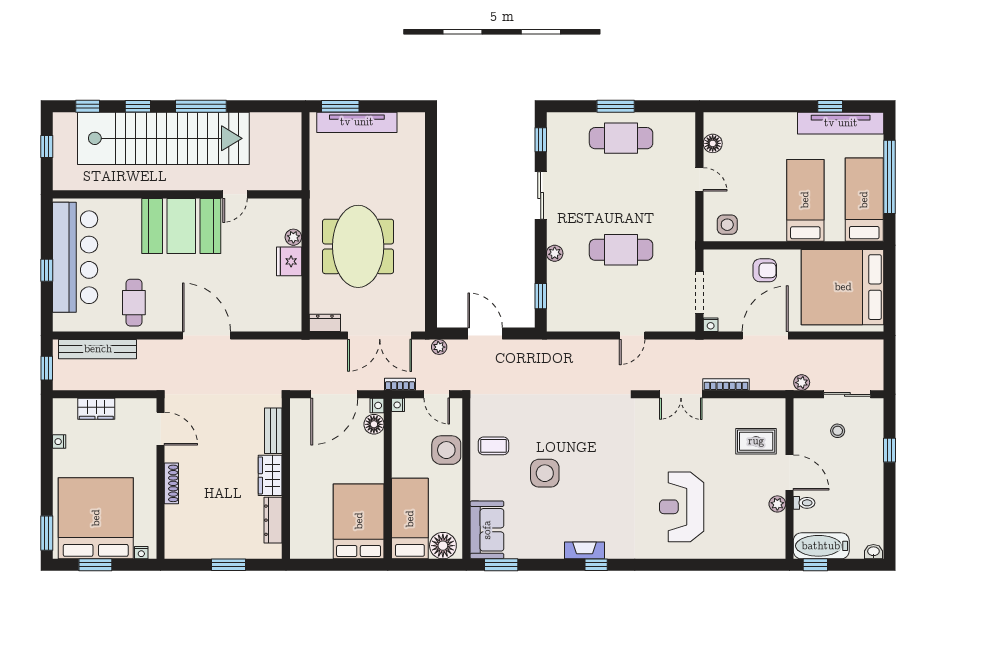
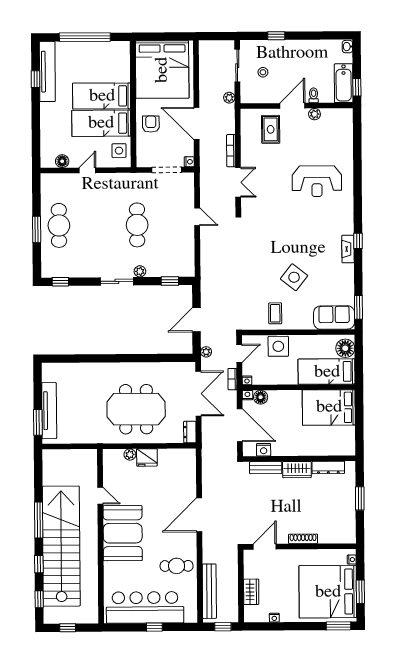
sliding door: (541, 195) -> (117, 281), moved
bed: (864, 200) -> (101, 123), moved
nightstand: (299, 428) -> (264, 450), added
side table: (545, 473) -> (294, 277), turned 38

